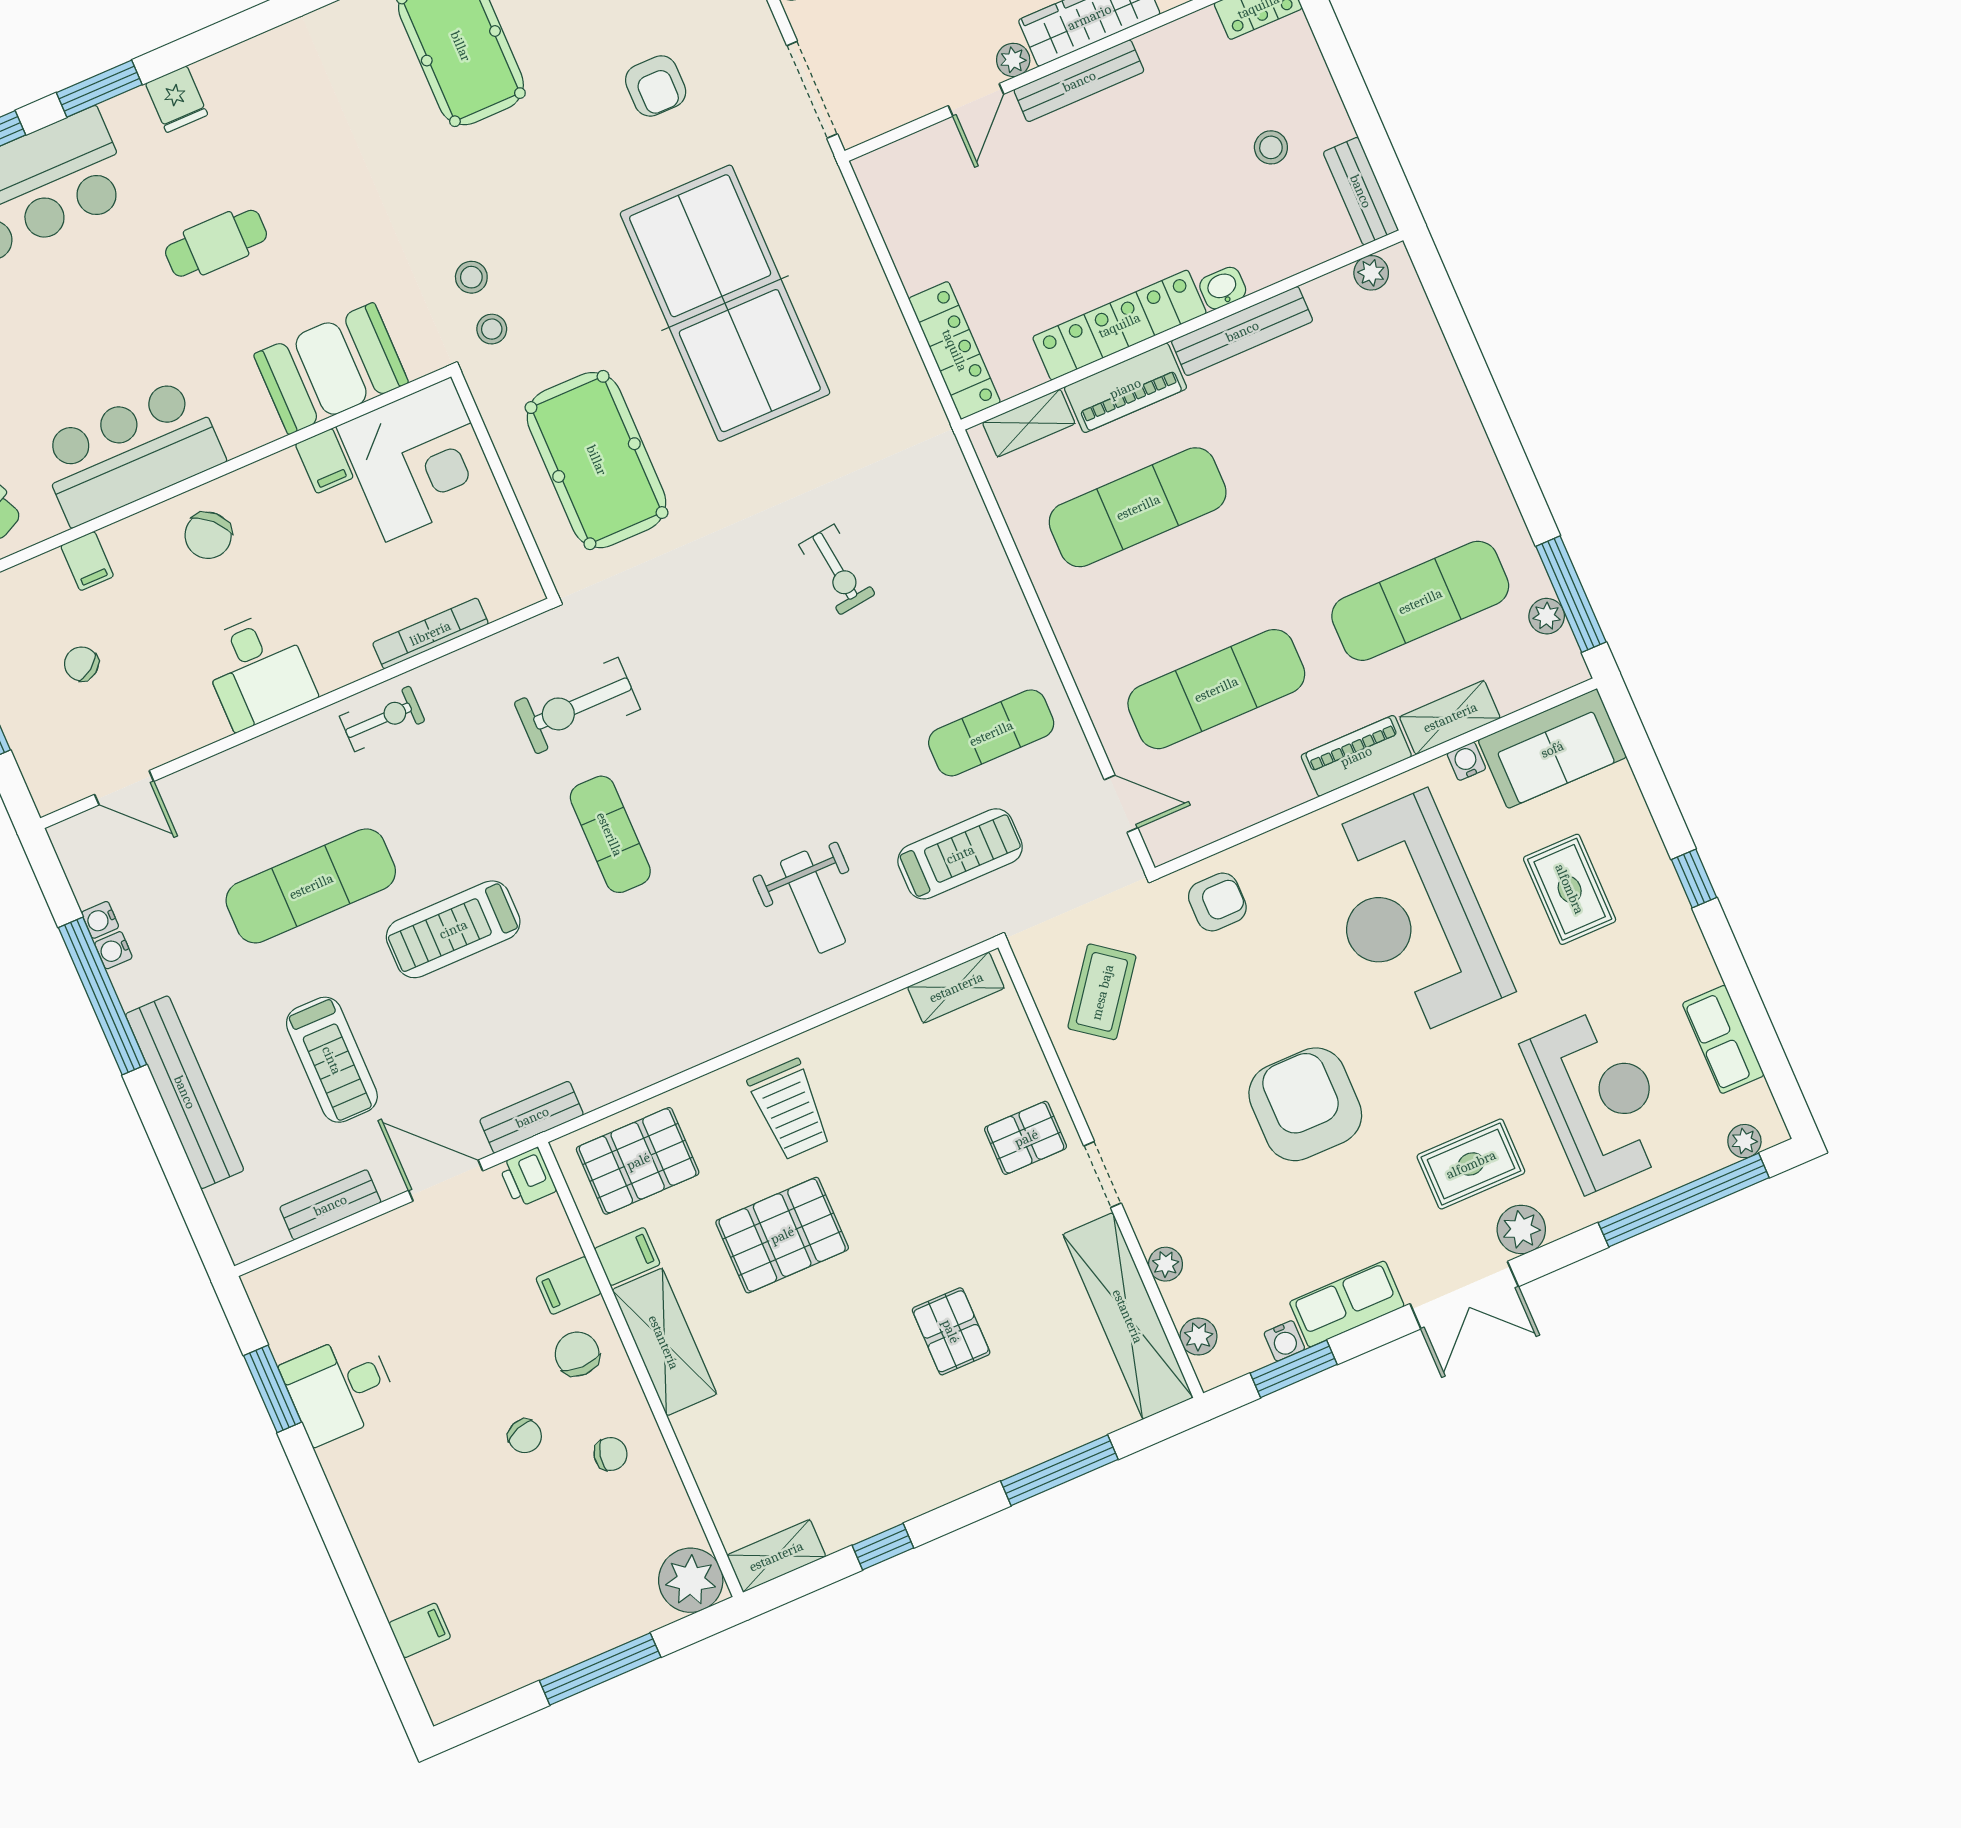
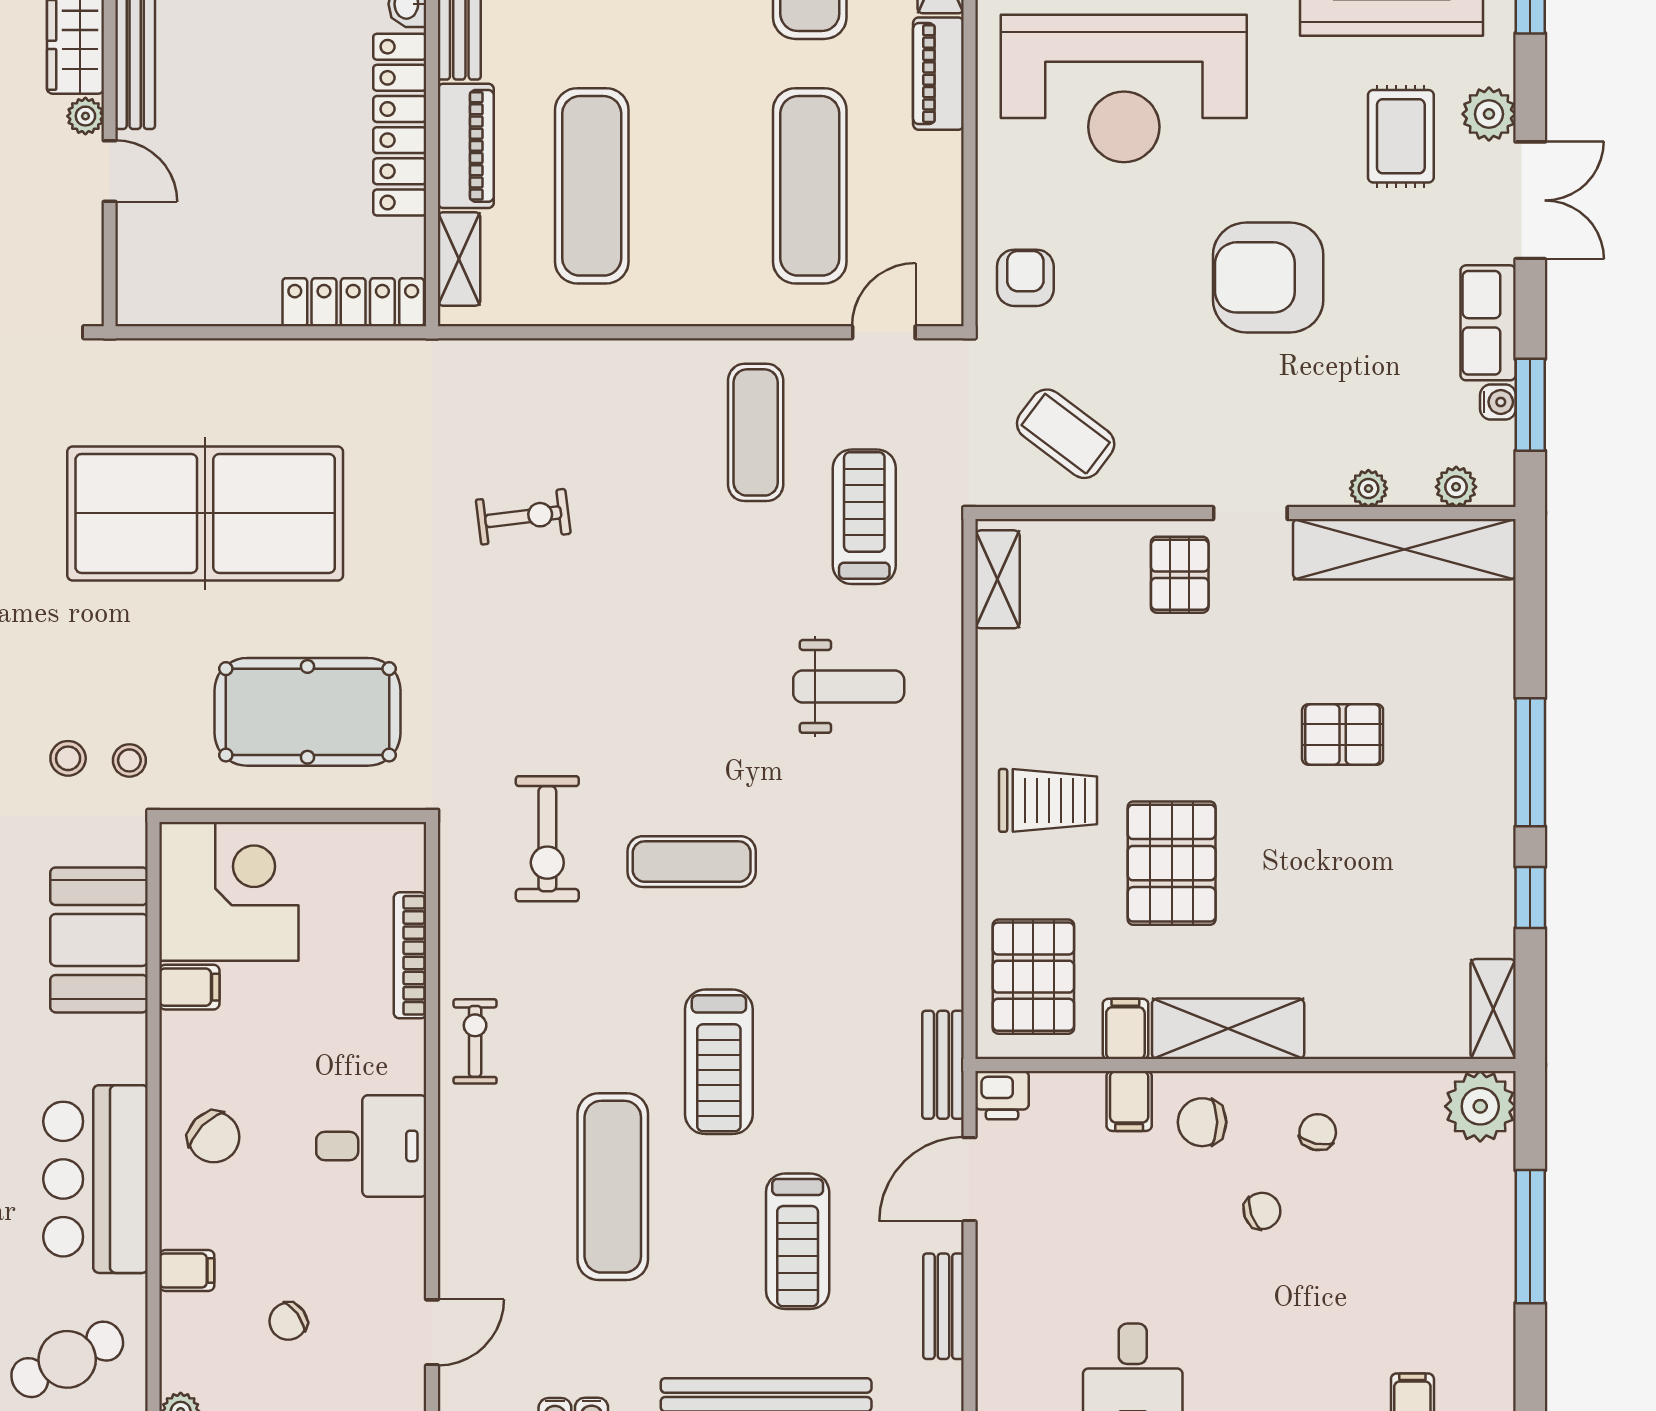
treadmill: (332, 1060) -> (798, 1241), turned 90
window: (1059, 1470) -> (1530, 762), moved

